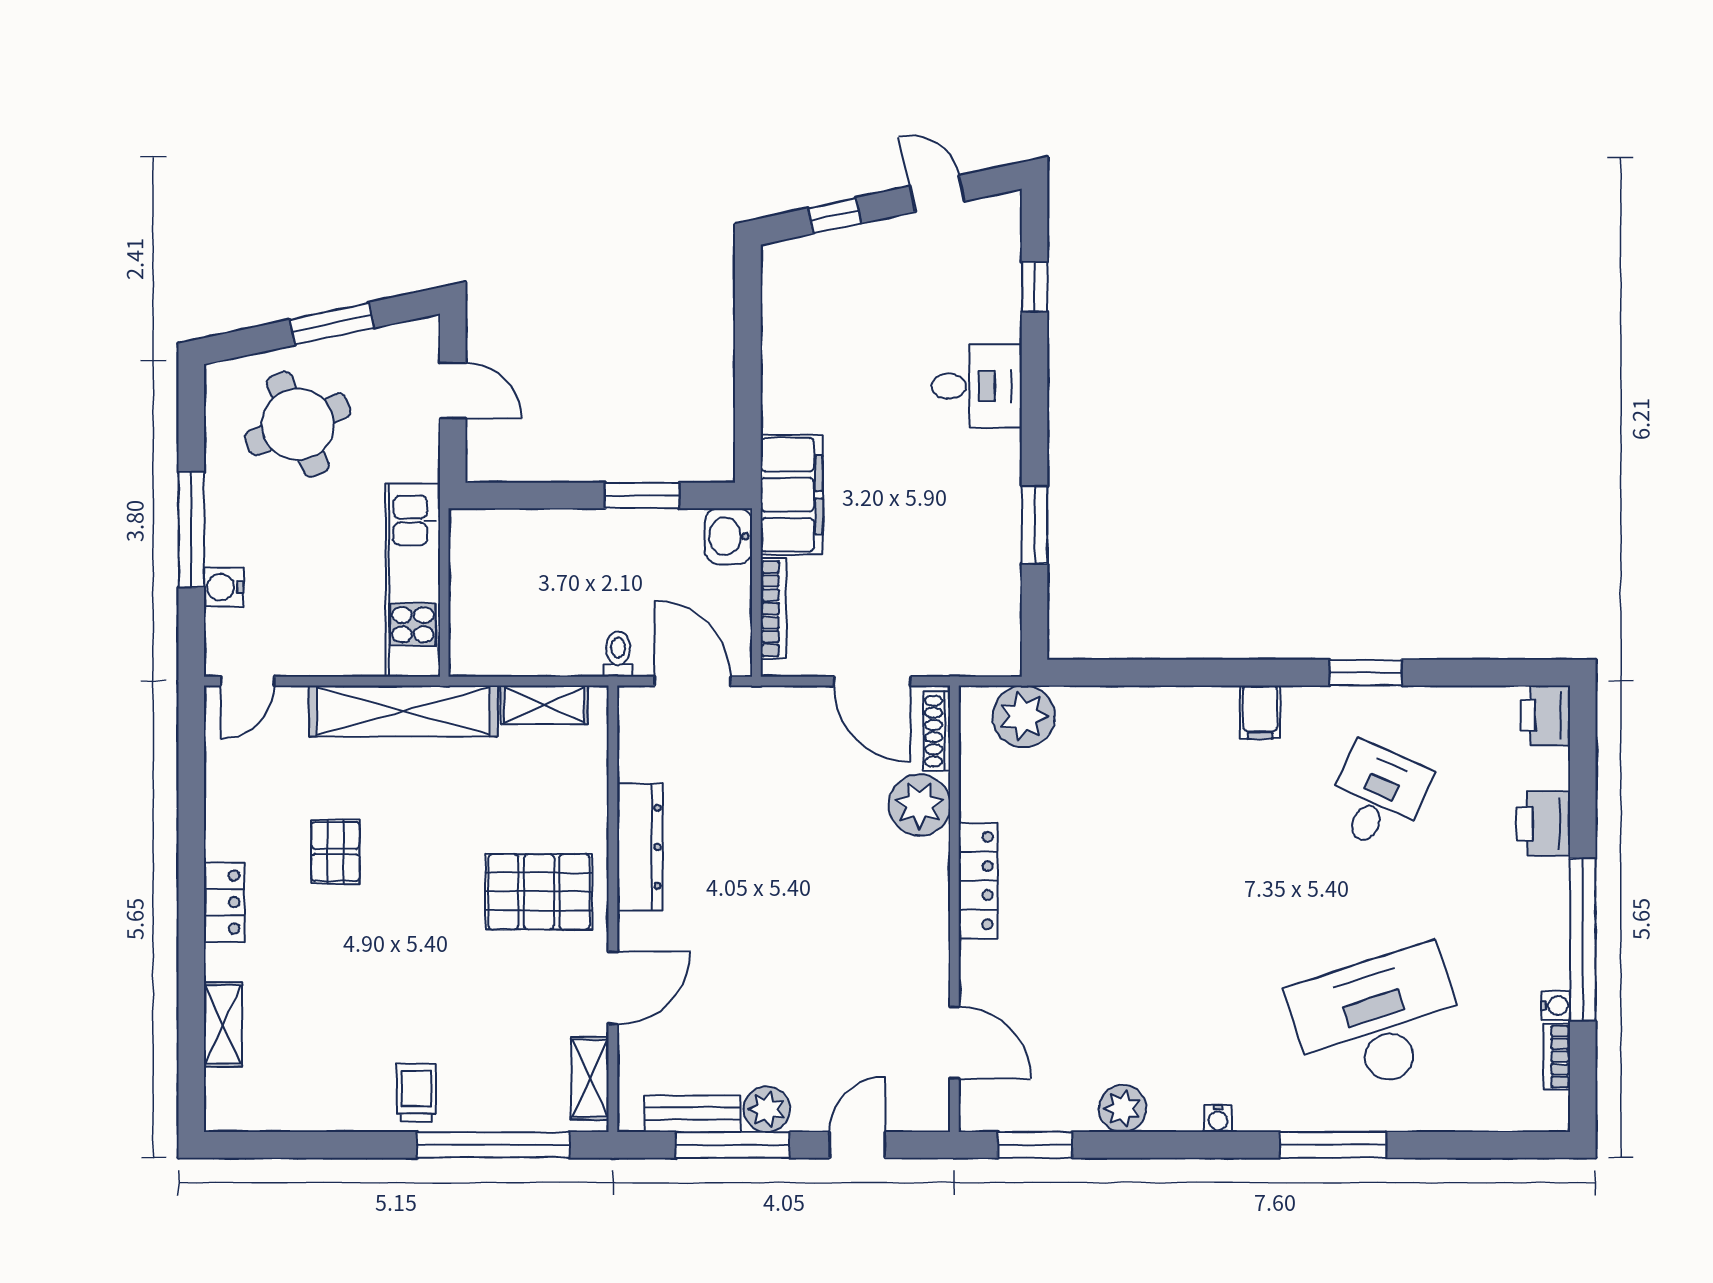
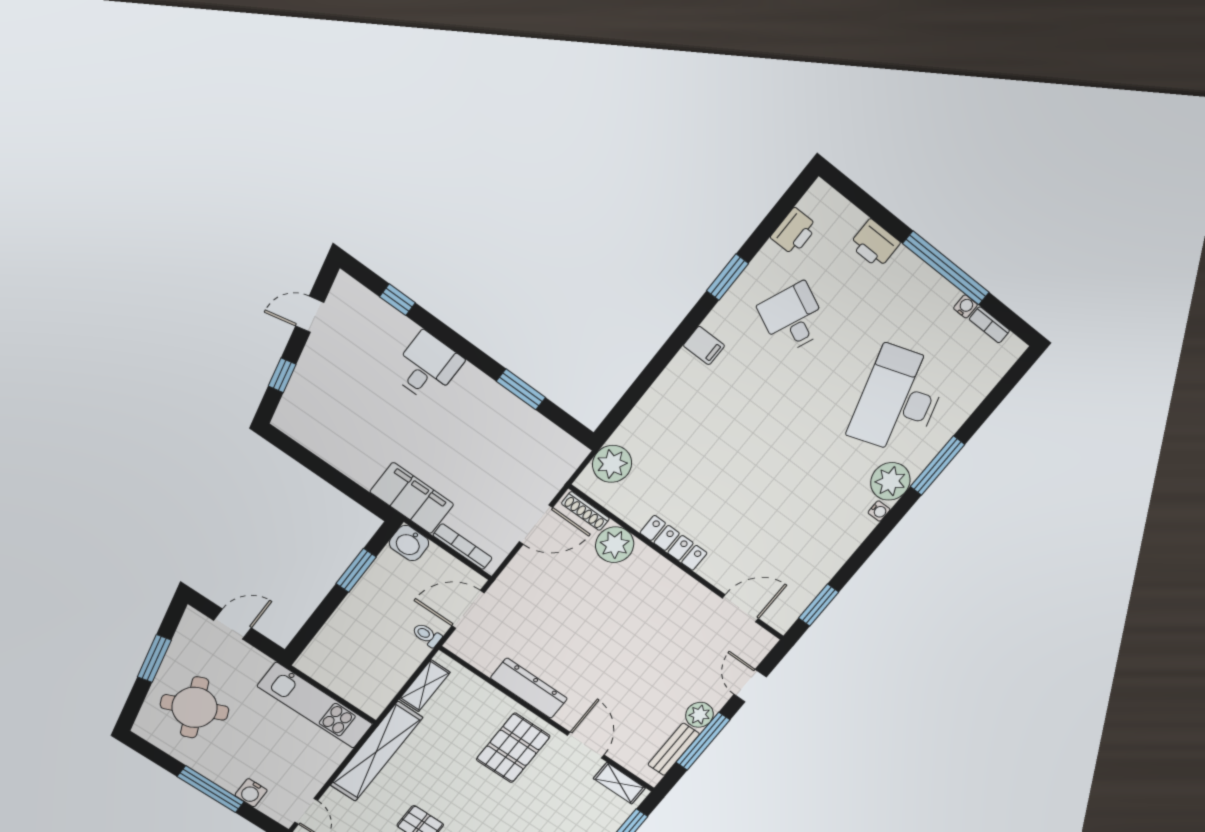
printer: (1545, 715) -> (794, 232), moved, turned -90
plant: (1123, 1109) -> (890, 481), moved, width x1.36, depth x1.36

